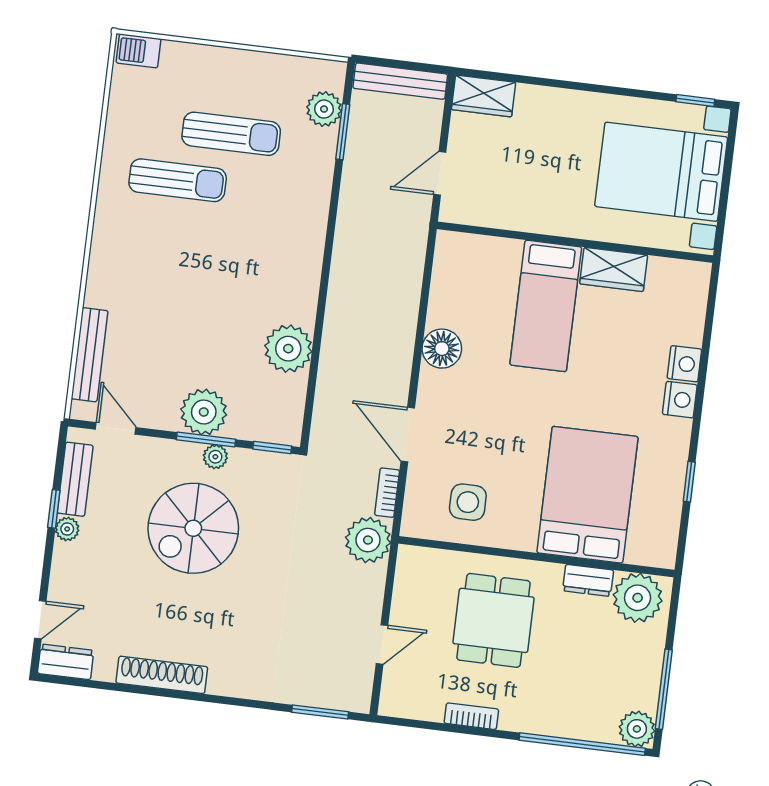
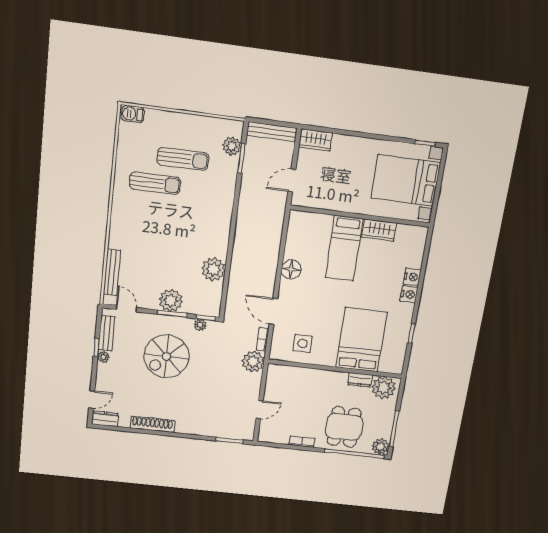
plant: (215, 457) -> (200, 325), moved
dining table: (493, 620) -> (344, 427), moved

